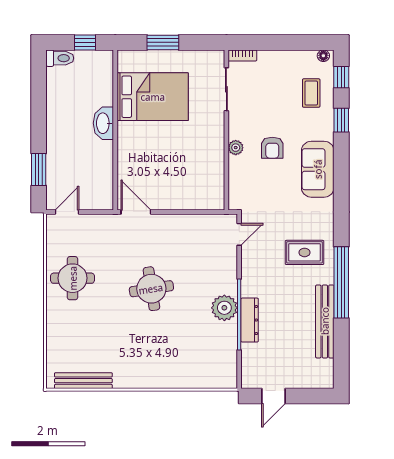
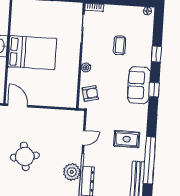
window: (341, 77) -> (154, 90), moved
coffee table: (311, 93) -> (120, 45), moved
bed: (153, 97) -> (32, 53), moved
armchair: (272, 148) -> (90, 94), moved, turned -104
door: (239, 234) -> (84, 138), moved

